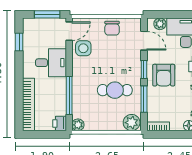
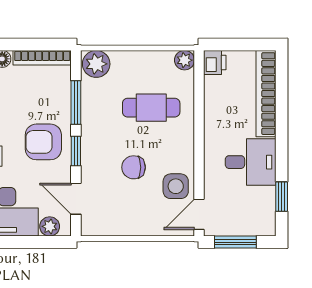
chair: (112, 28) -> (134, 167), moved, turned -90
desk: (51, 63) -> (251, 162), moved, turned 180
armchair: (164, 75) -> (43, 142), turned -90
cafe table: (115, 90) -> (151, 108), moved
window: (69, 96) -> (199, 108), removed
bookcase: (158, 126) -> (42, 58), width x1.56

